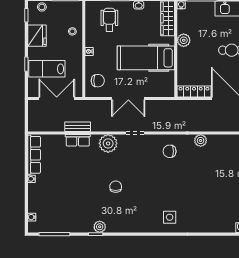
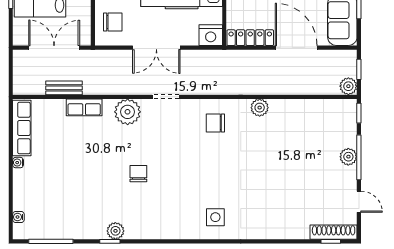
nightstand: (166, 90) -> (211, 35), added
bench: (78, 127) -> (64, 88), moved

